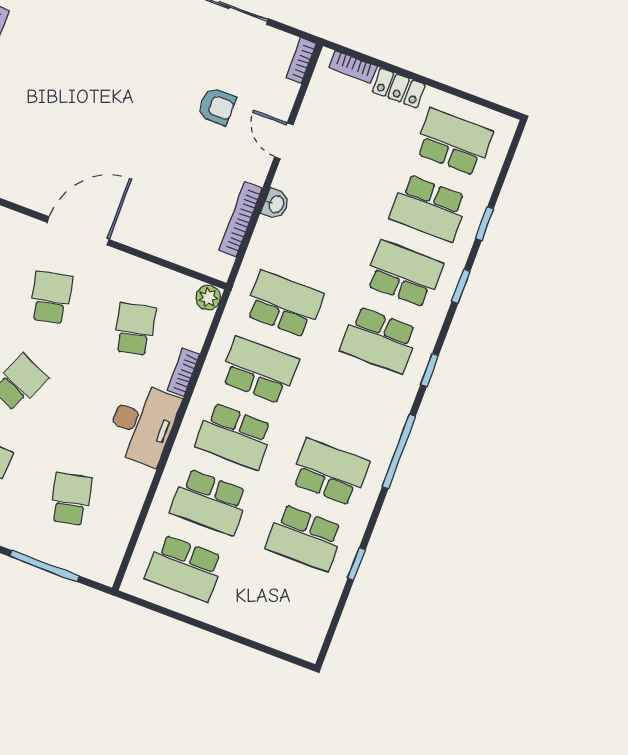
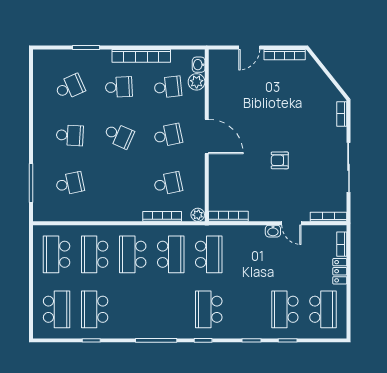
bookcase: (301, 61) -> (329, 217), width x1.56
armchair: (217, 106) -> (280, 160), moved, turned 90
door: (284, 141) -> (291, 223), swing flipped
washbasin: (276, 204) -> (273, 231), moved
bookcase: (241, 219) -> (228, 216), moved
school desk: (404, 274) -> (247, 309), removed
bookcase: (183, 372) -> (162, 216), width x1.56
desk: (142, 424) -> (121, 206), removed
school desk: (330, 472) -> (57, 309), moved

